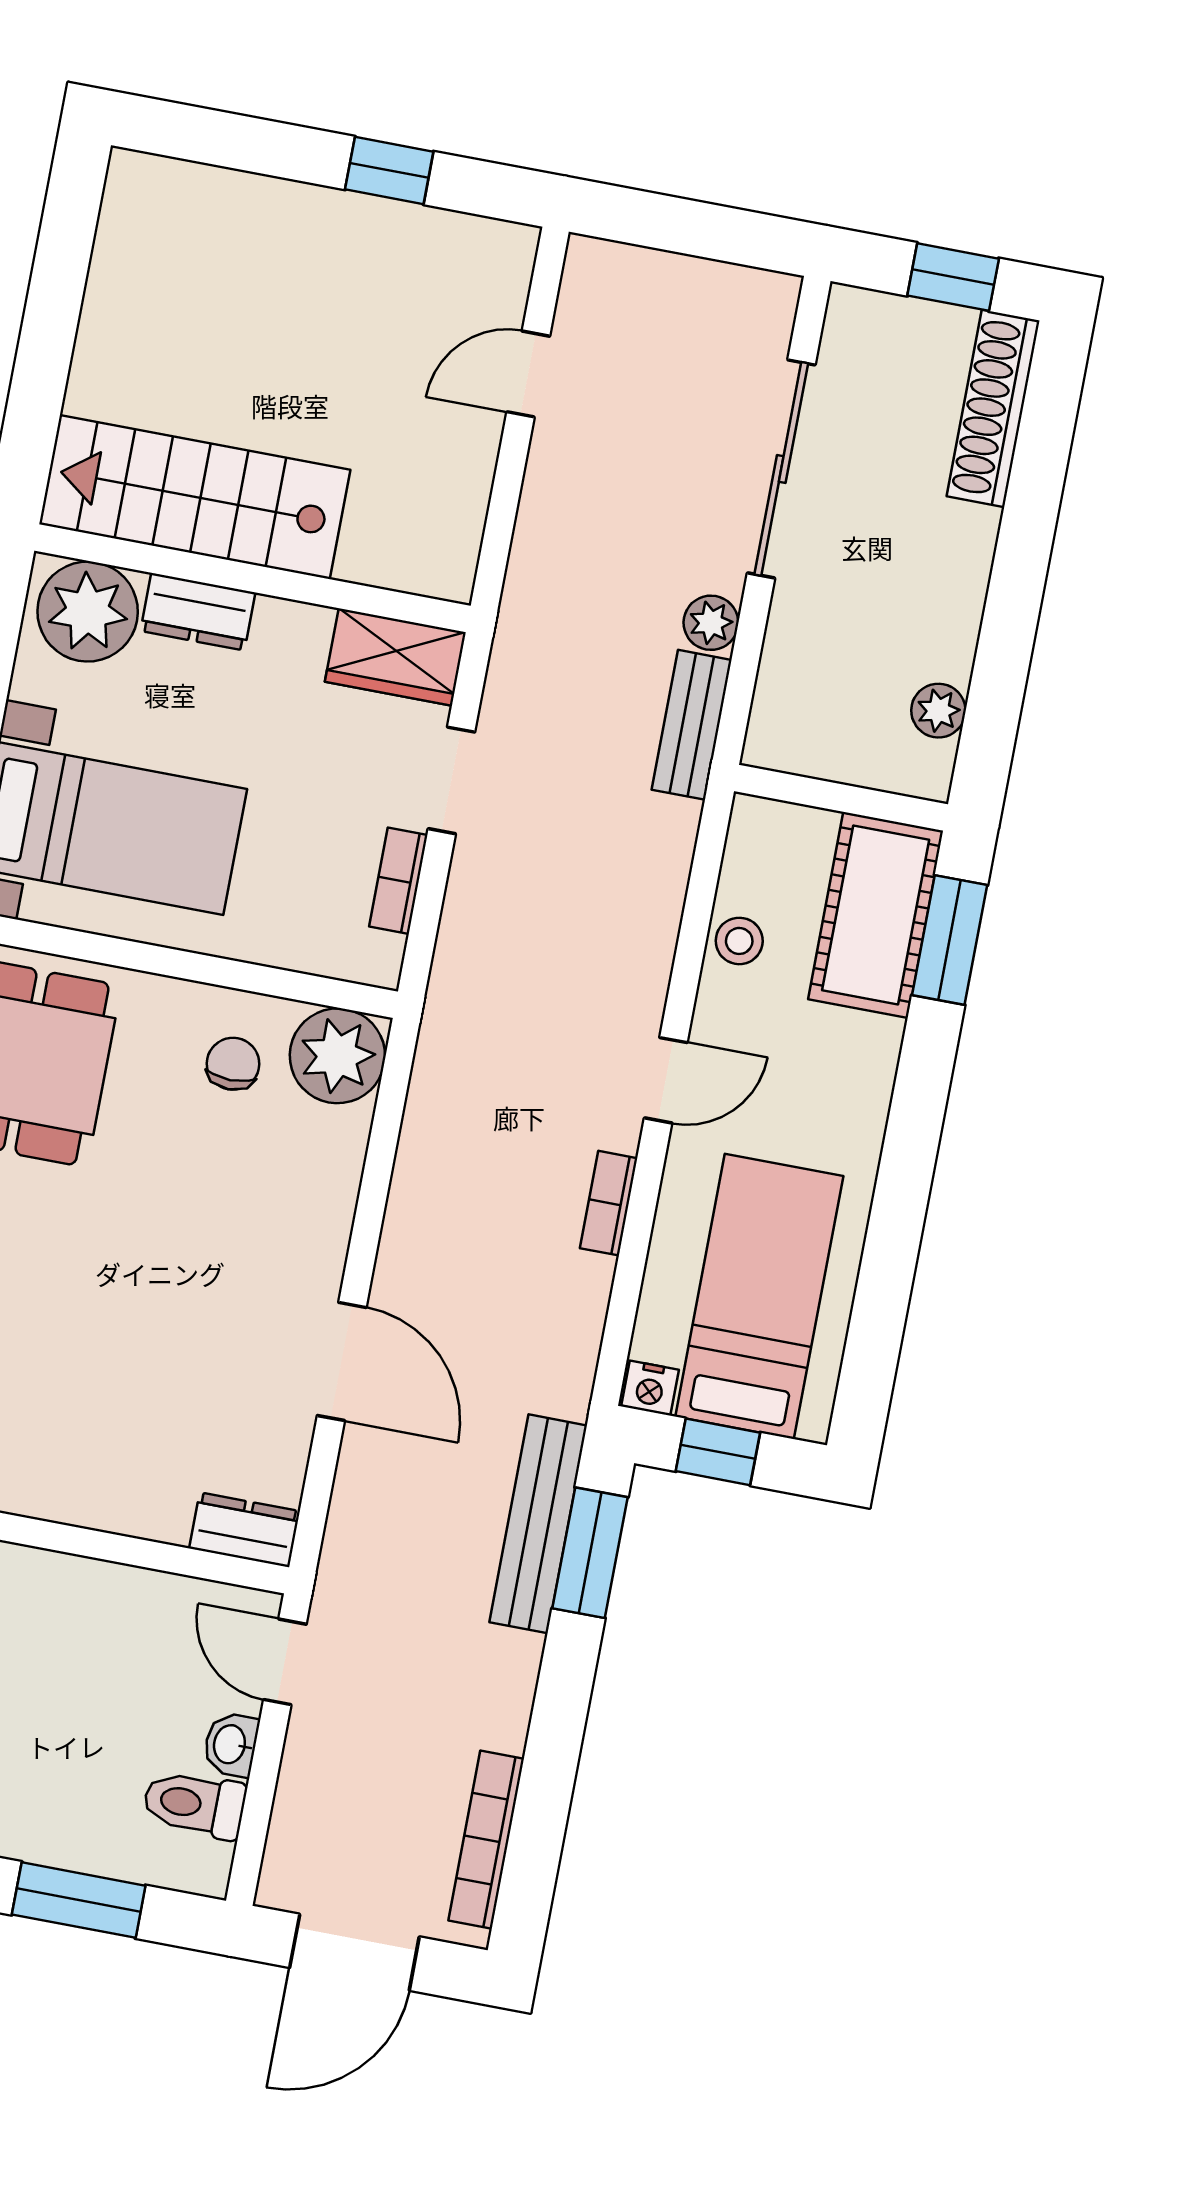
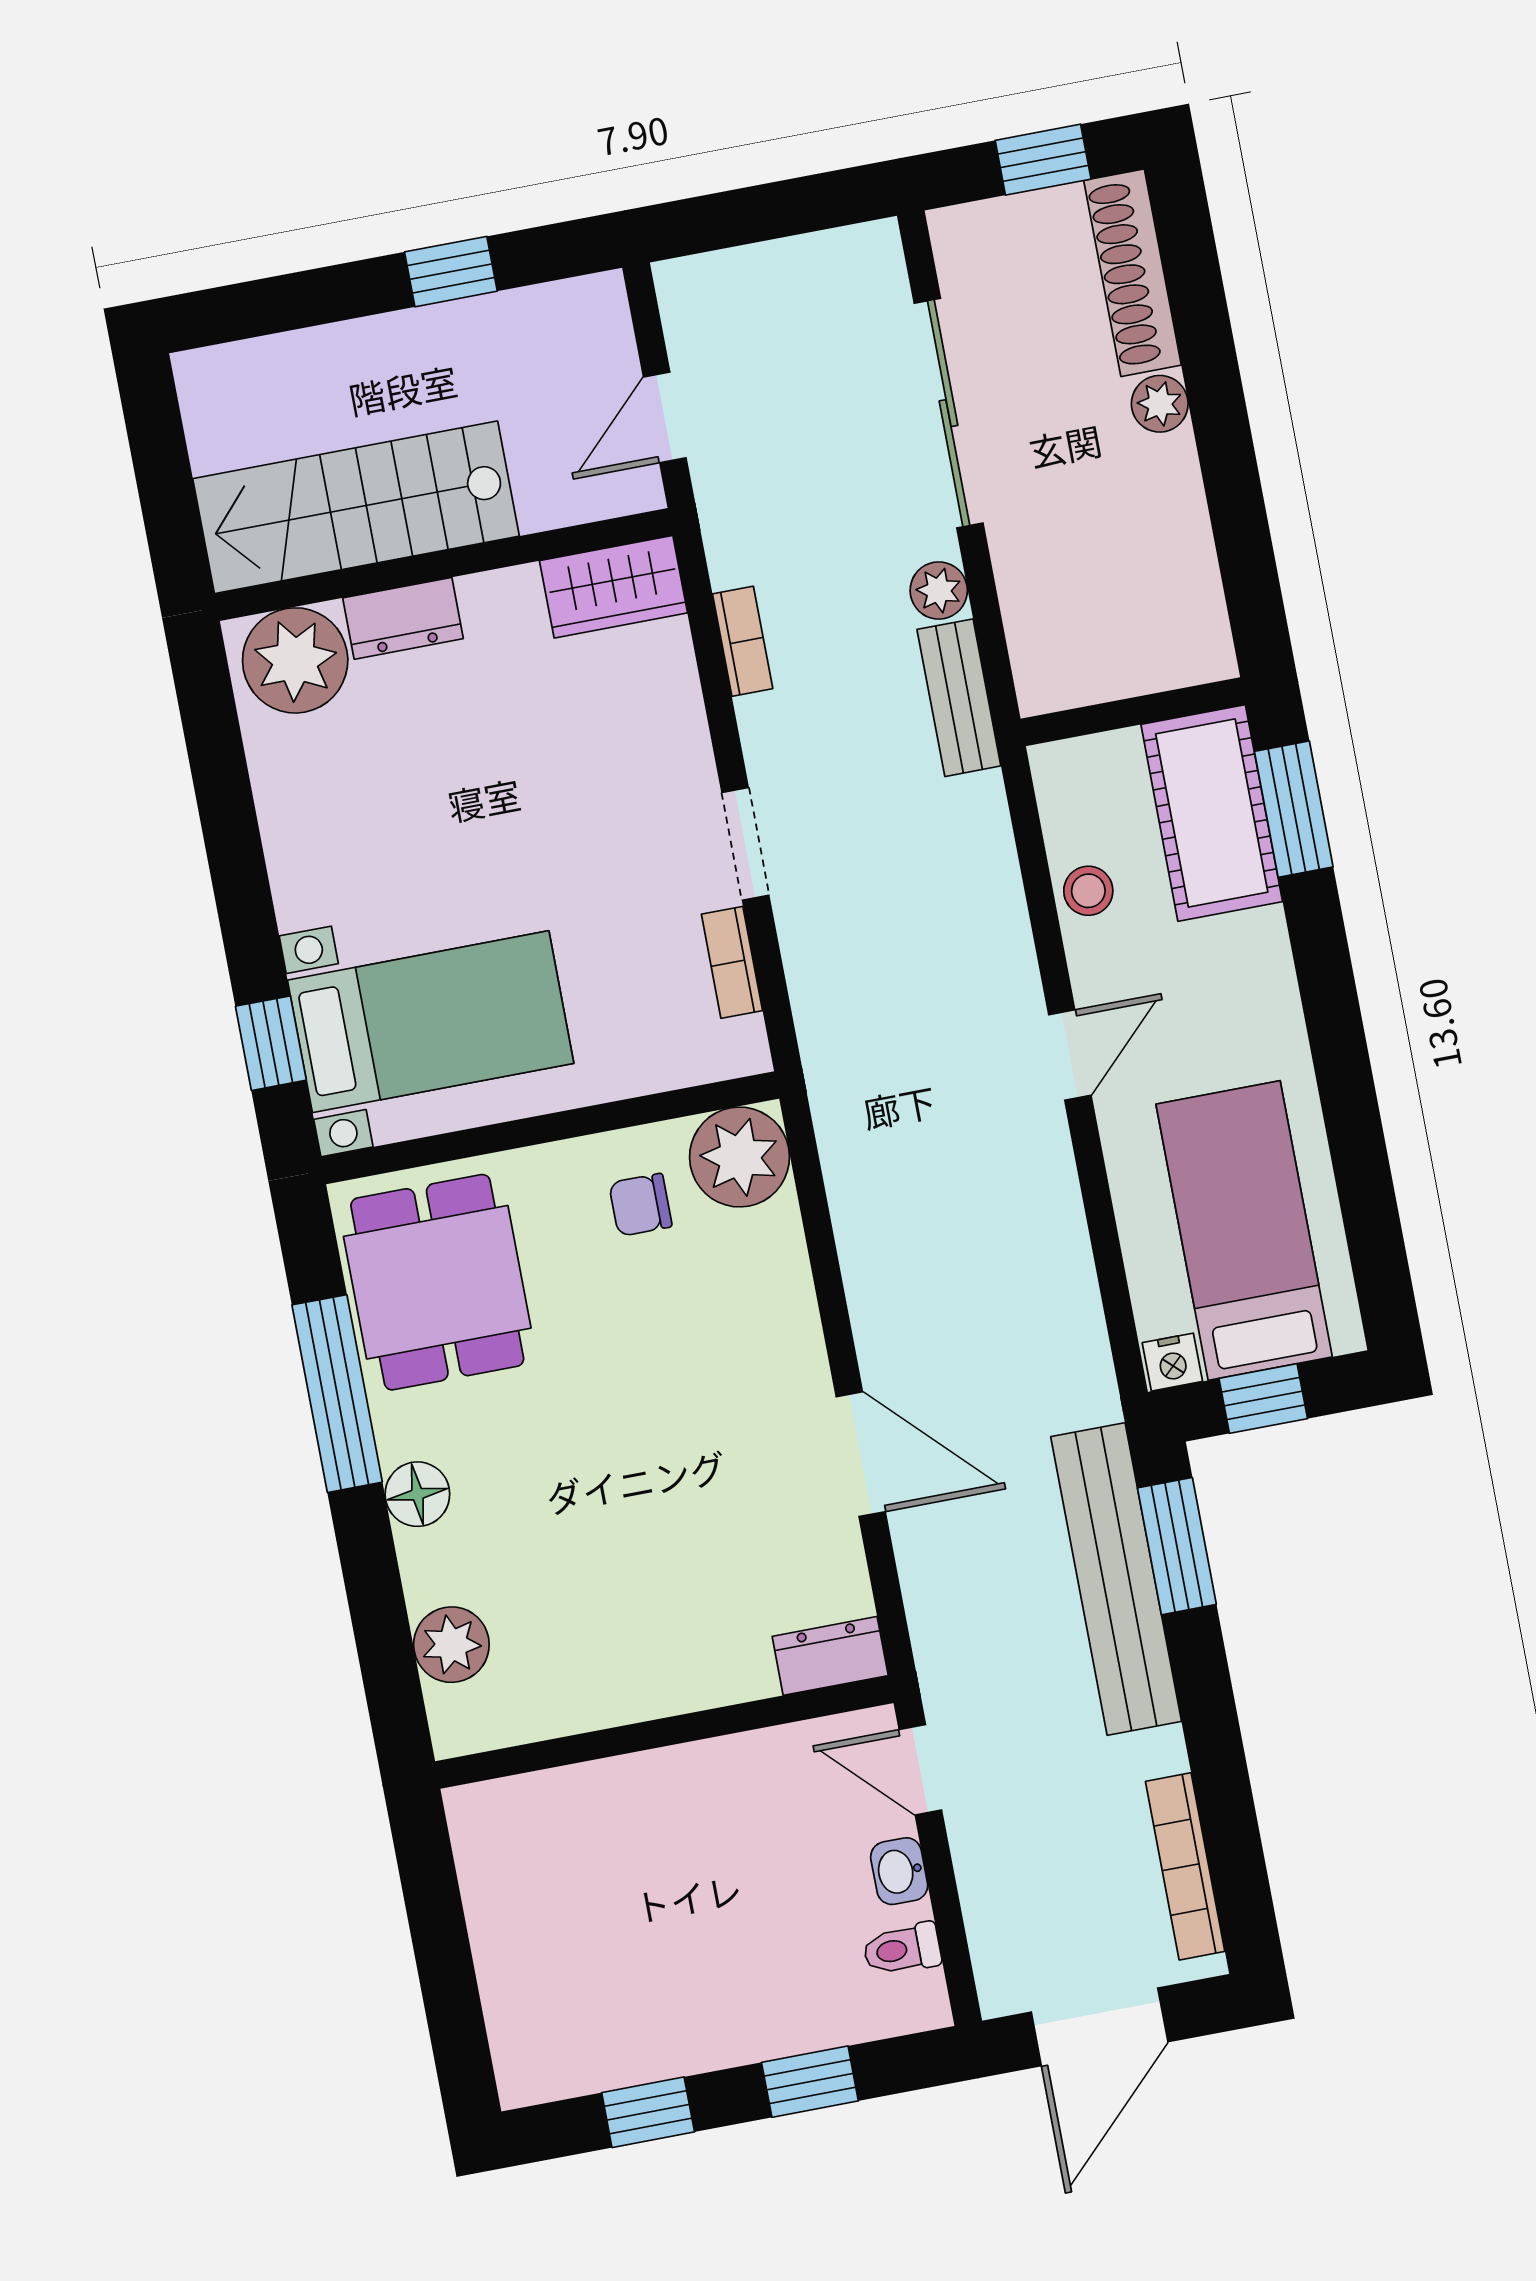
stairs: (195, 497) -> (356, 507), moved
wall: (253, 578) -> (444, 565), moved
plant: (88, 612) -> (295, 660), moved
dresser: (198, 612) -> (403, 618), moved
wardrobe: (395, 657) -> (613, 587), moved
plant: (938, 711) -> (1160, 404), moved
chair: (233, 1064) -> (640, 1205), turned -90
bookcase: (609, 1203) -> (743, 641), moved, turned 180
bench: (538, 1524) -> (1116, 1579), width x1.37, depth x1.21
toilet: (194, 1804) -> (902, 1949), width x0.73, depth x0.72
window: (79, 1900) -> (810, 2082), width x0.67

